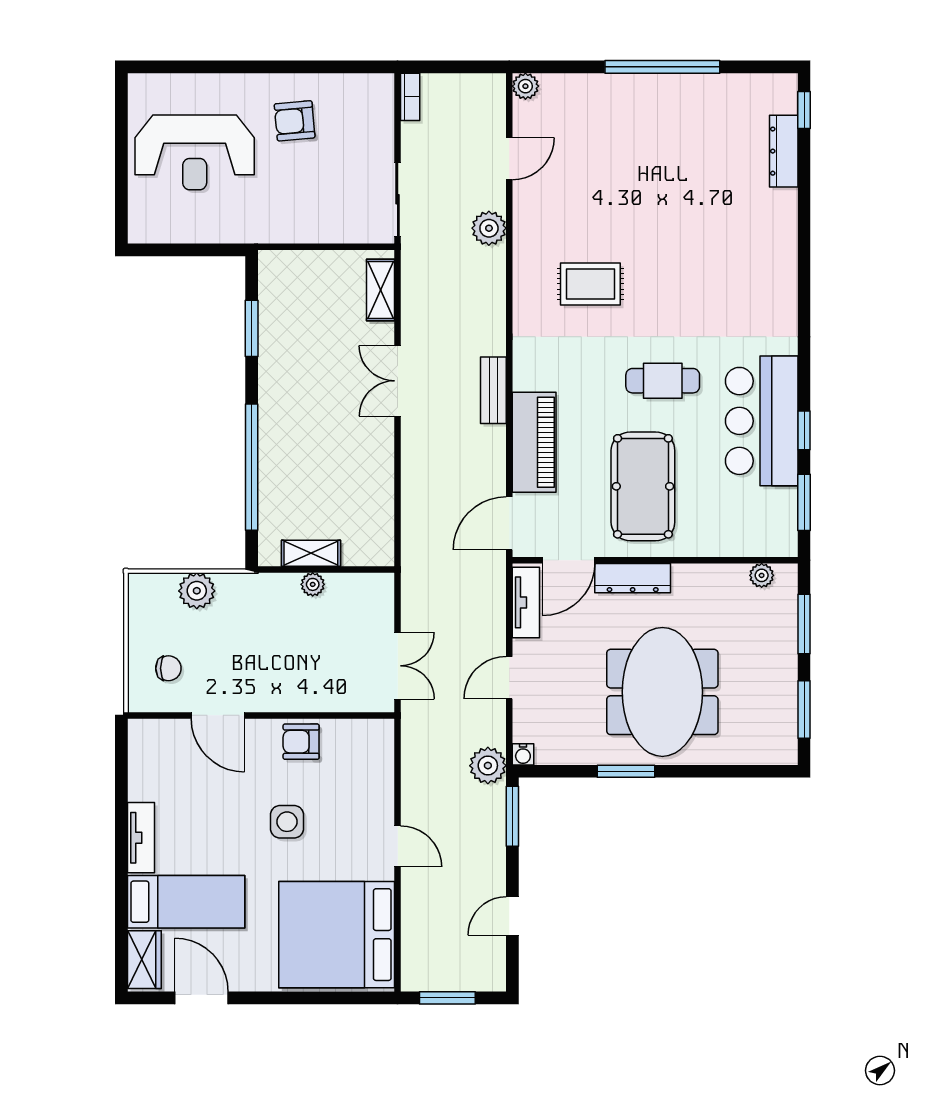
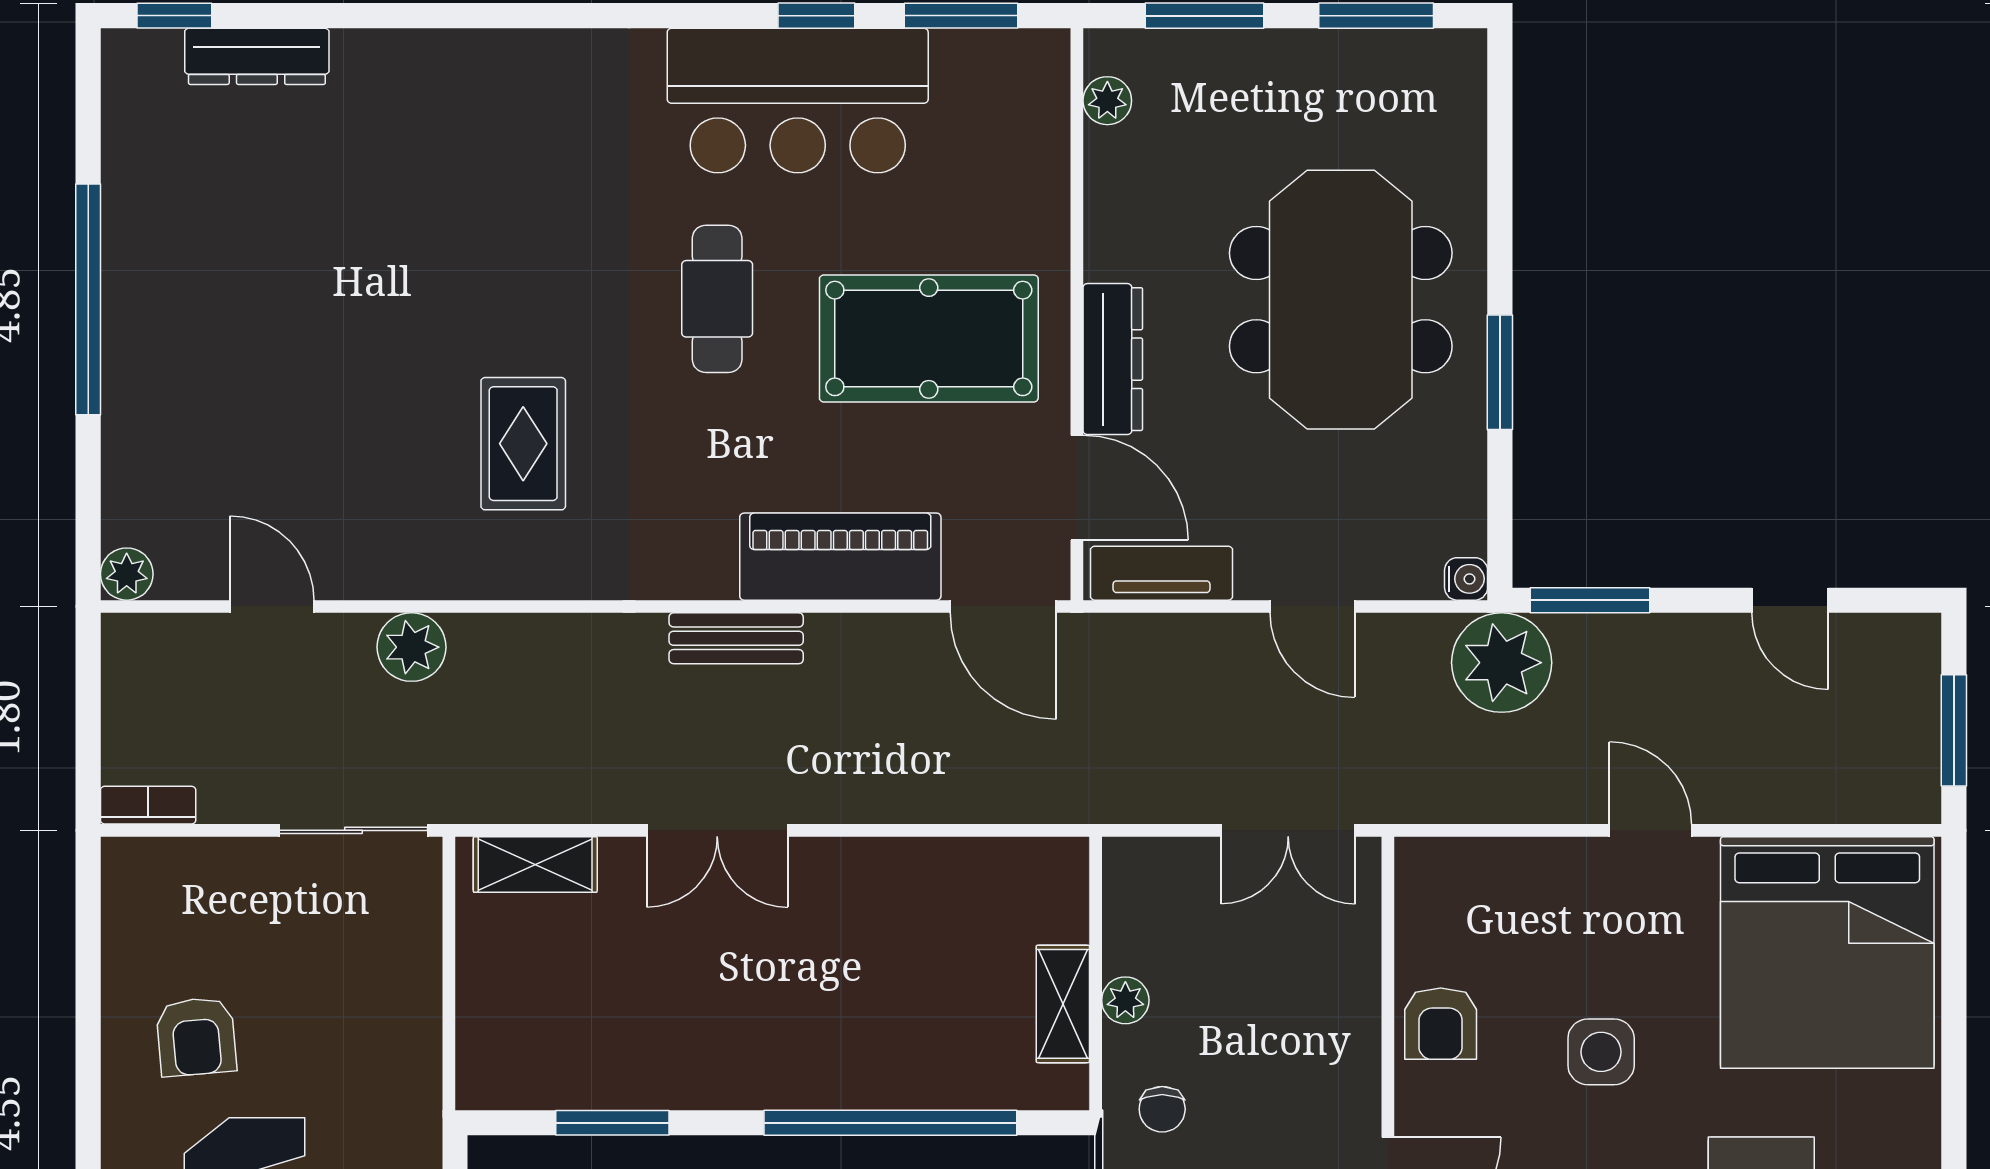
chair: (258, 603) -> (1162, 1109), added
double door: (398, 666) -> (1288, 830), swing flipped
meeting table: (662, 692) -> (1341, 300), turned 90
plant: (488, 766) -> (1502, 663), width x1.36, depth x1.36
door: (398, 846) -> (1651, 830), hinge flipped

